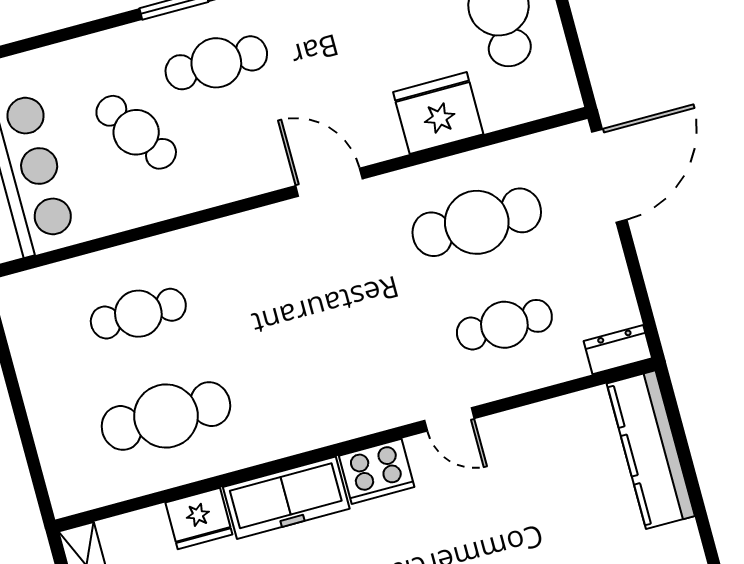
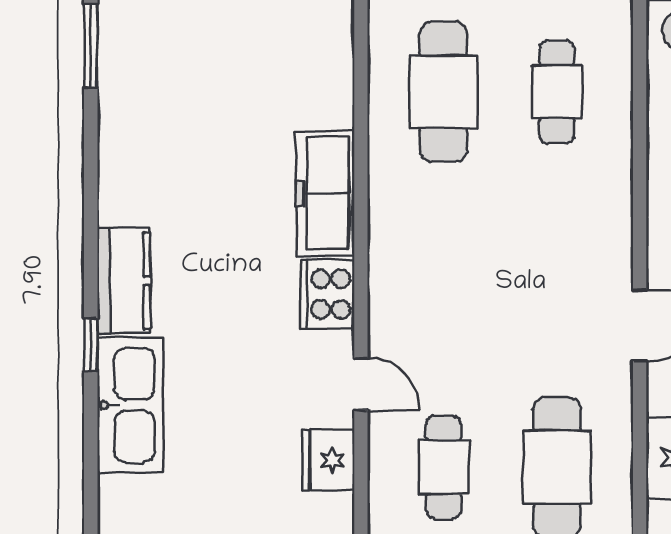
door: (449, 419) -> (361, 384), swing flipped
fridge: (199, 519) -> (328, 460), moved

